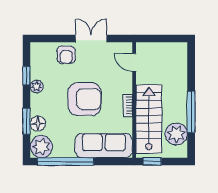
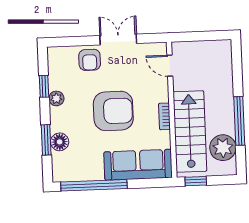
plant: (41, 147) -> (65, 169), removed

